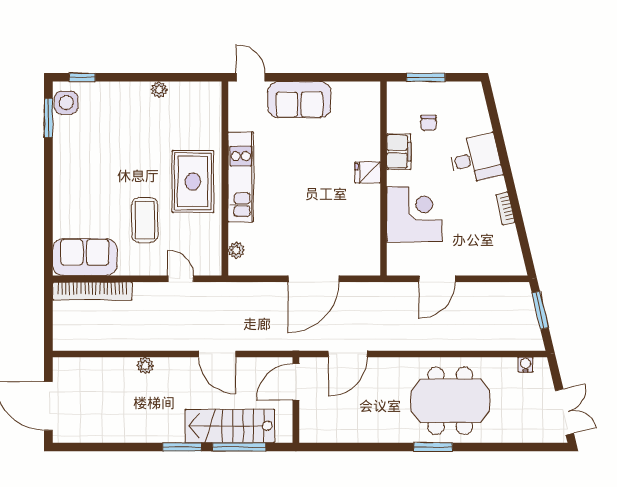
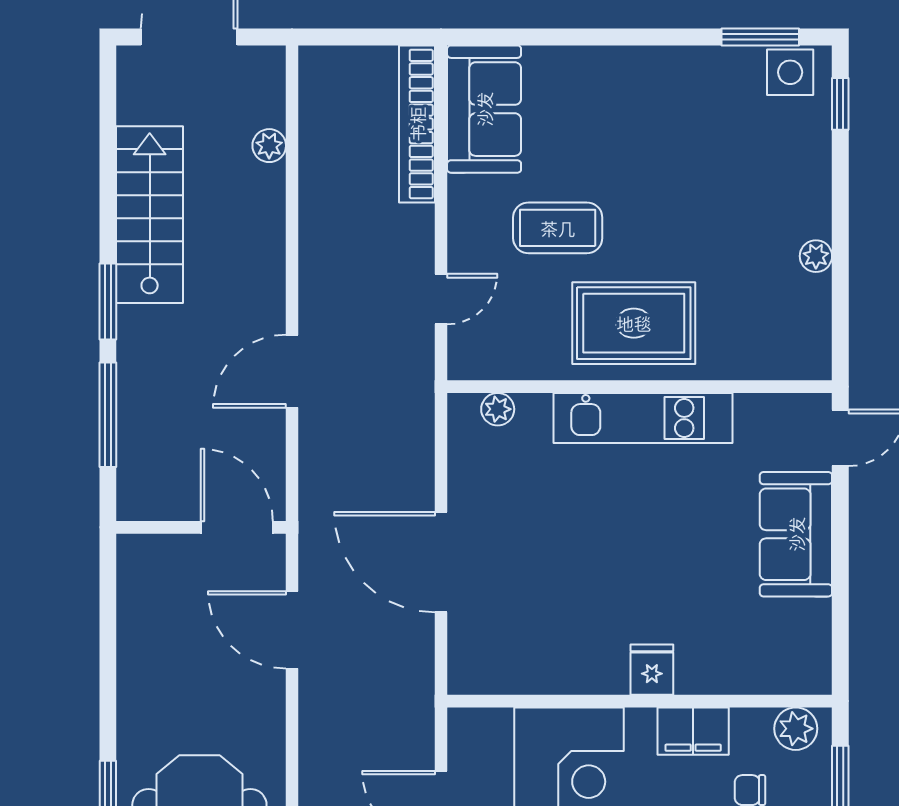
plant: (398, 100) -> (796, 729), added
plant: (145, 366) -> (269, 146), moved
stairs: (230, 426) -> (150, 215), moved

